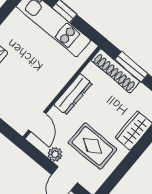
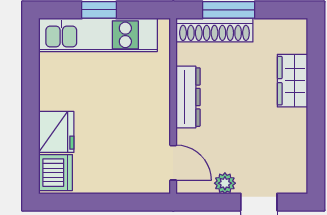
rug: (92, 146) -> (260, 138), removed

